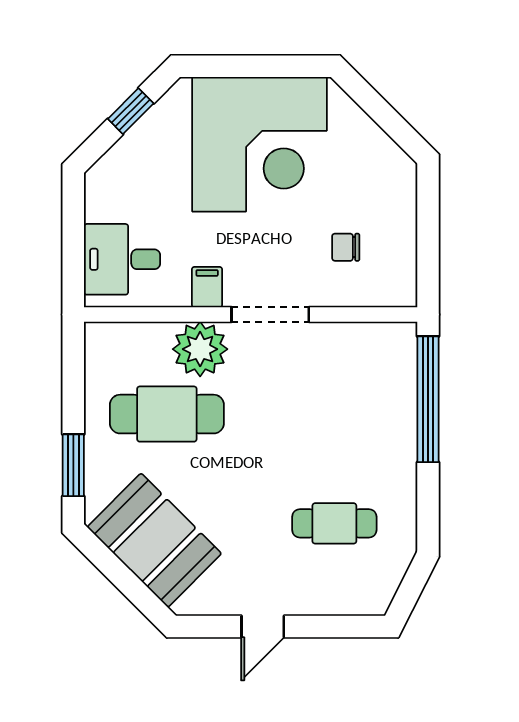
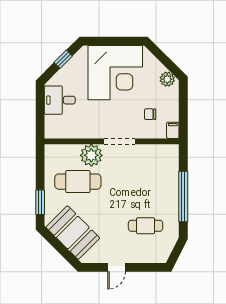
plant: (388, 160) -> (167, 79), added
desk: (122, 259) -> (60, 100), moved
filing cabinet: (207, 287) -> (173, 130), moved
window: (428, 399) -> (183, 196), moved

